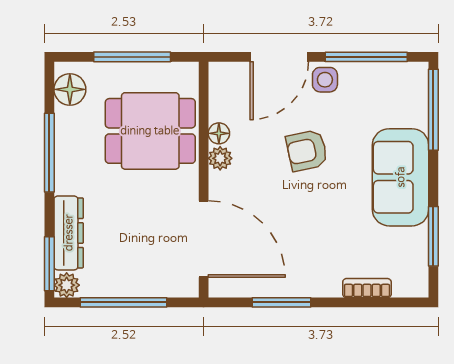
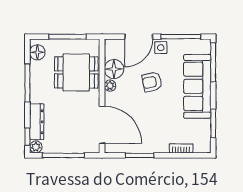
floor lamp: (219, 133) -> (114, 69), width x1.89, depth x1.89
sofa: (401, 177) -> (197, 86), width x1.36
window: (49, 264) -> (27, 137), width x0.67

